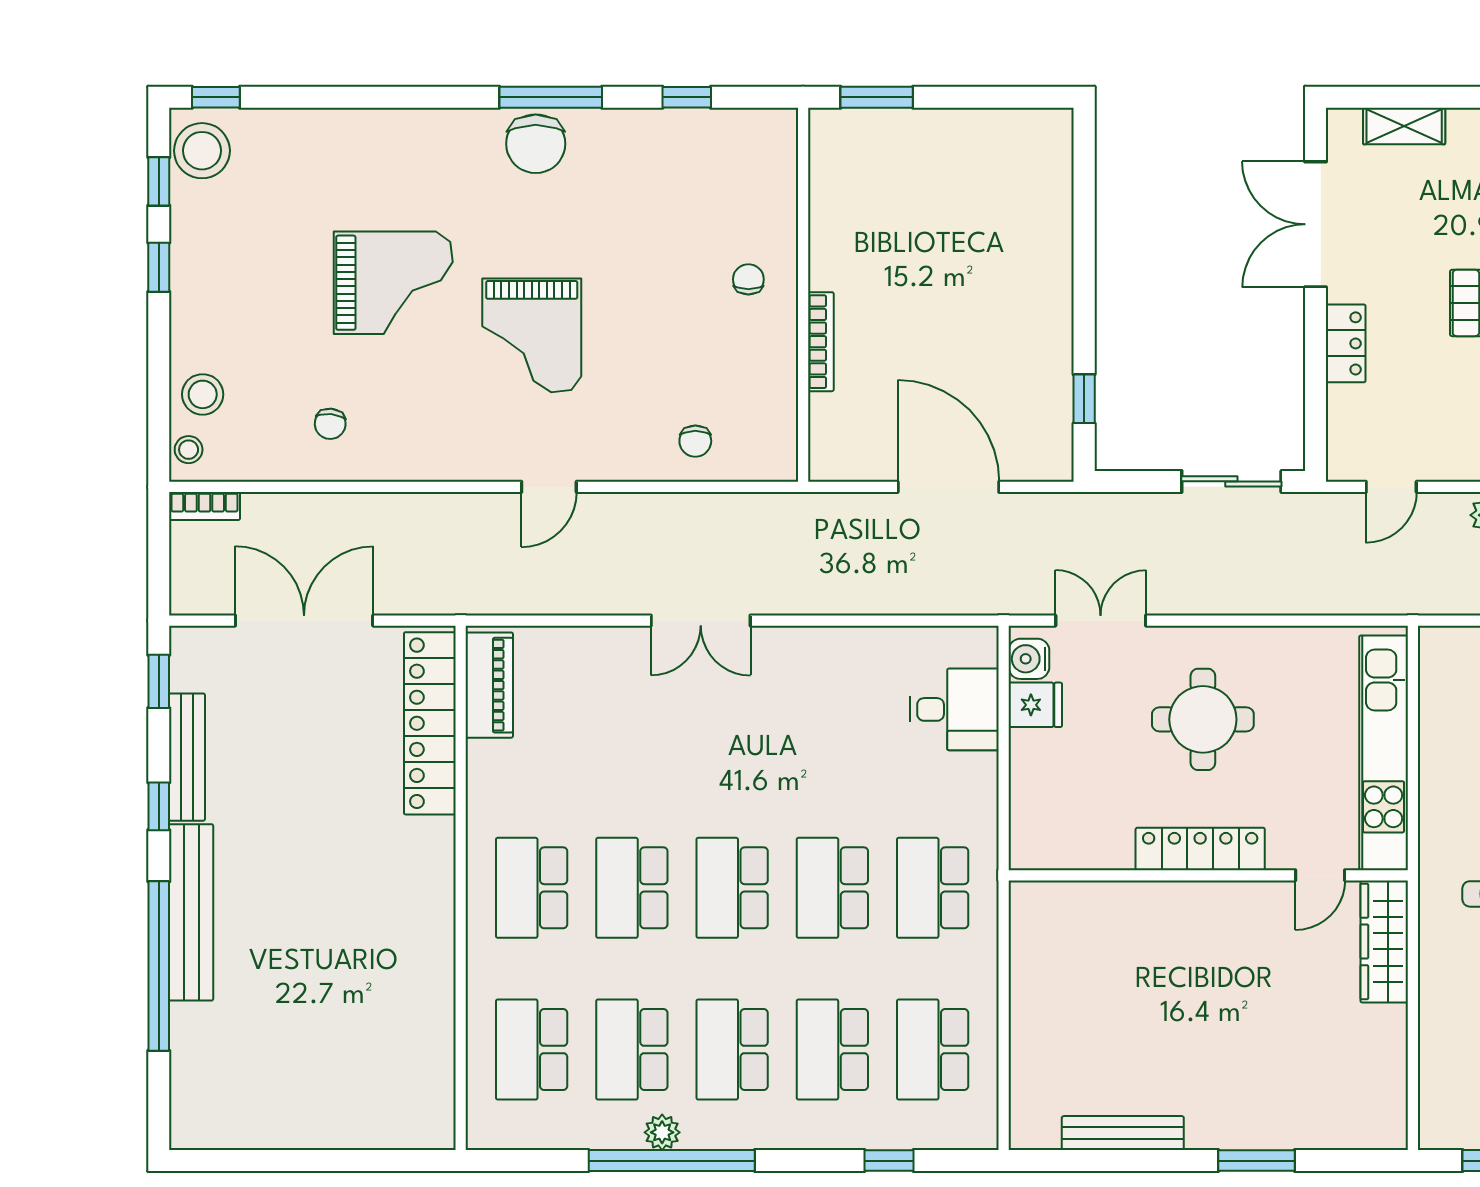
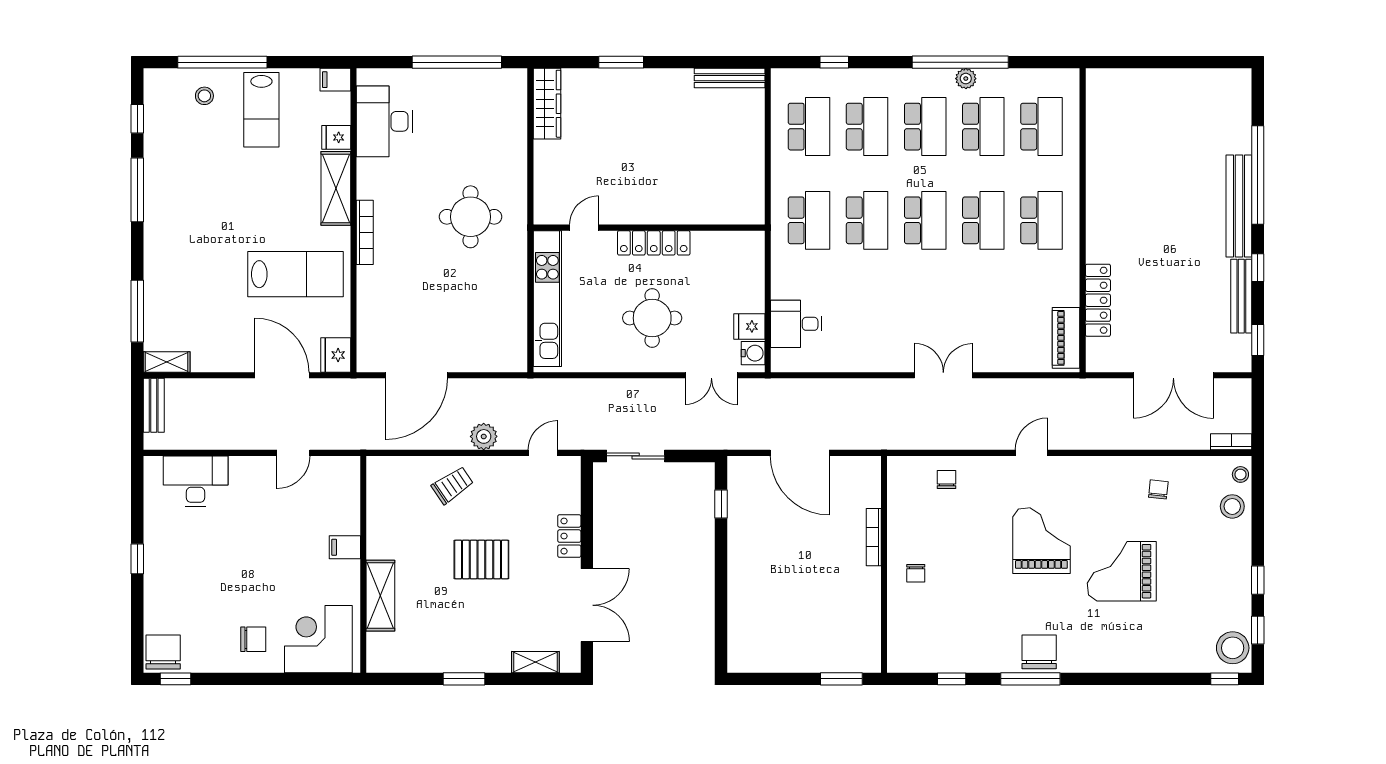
locker: (430, 723) -> (1098, 300), width x0.71, depth x0.83
wardrobe: (1384, 941) -> (547, 104), moved
bench: (1123, 1133) -> (730, 78), moved

